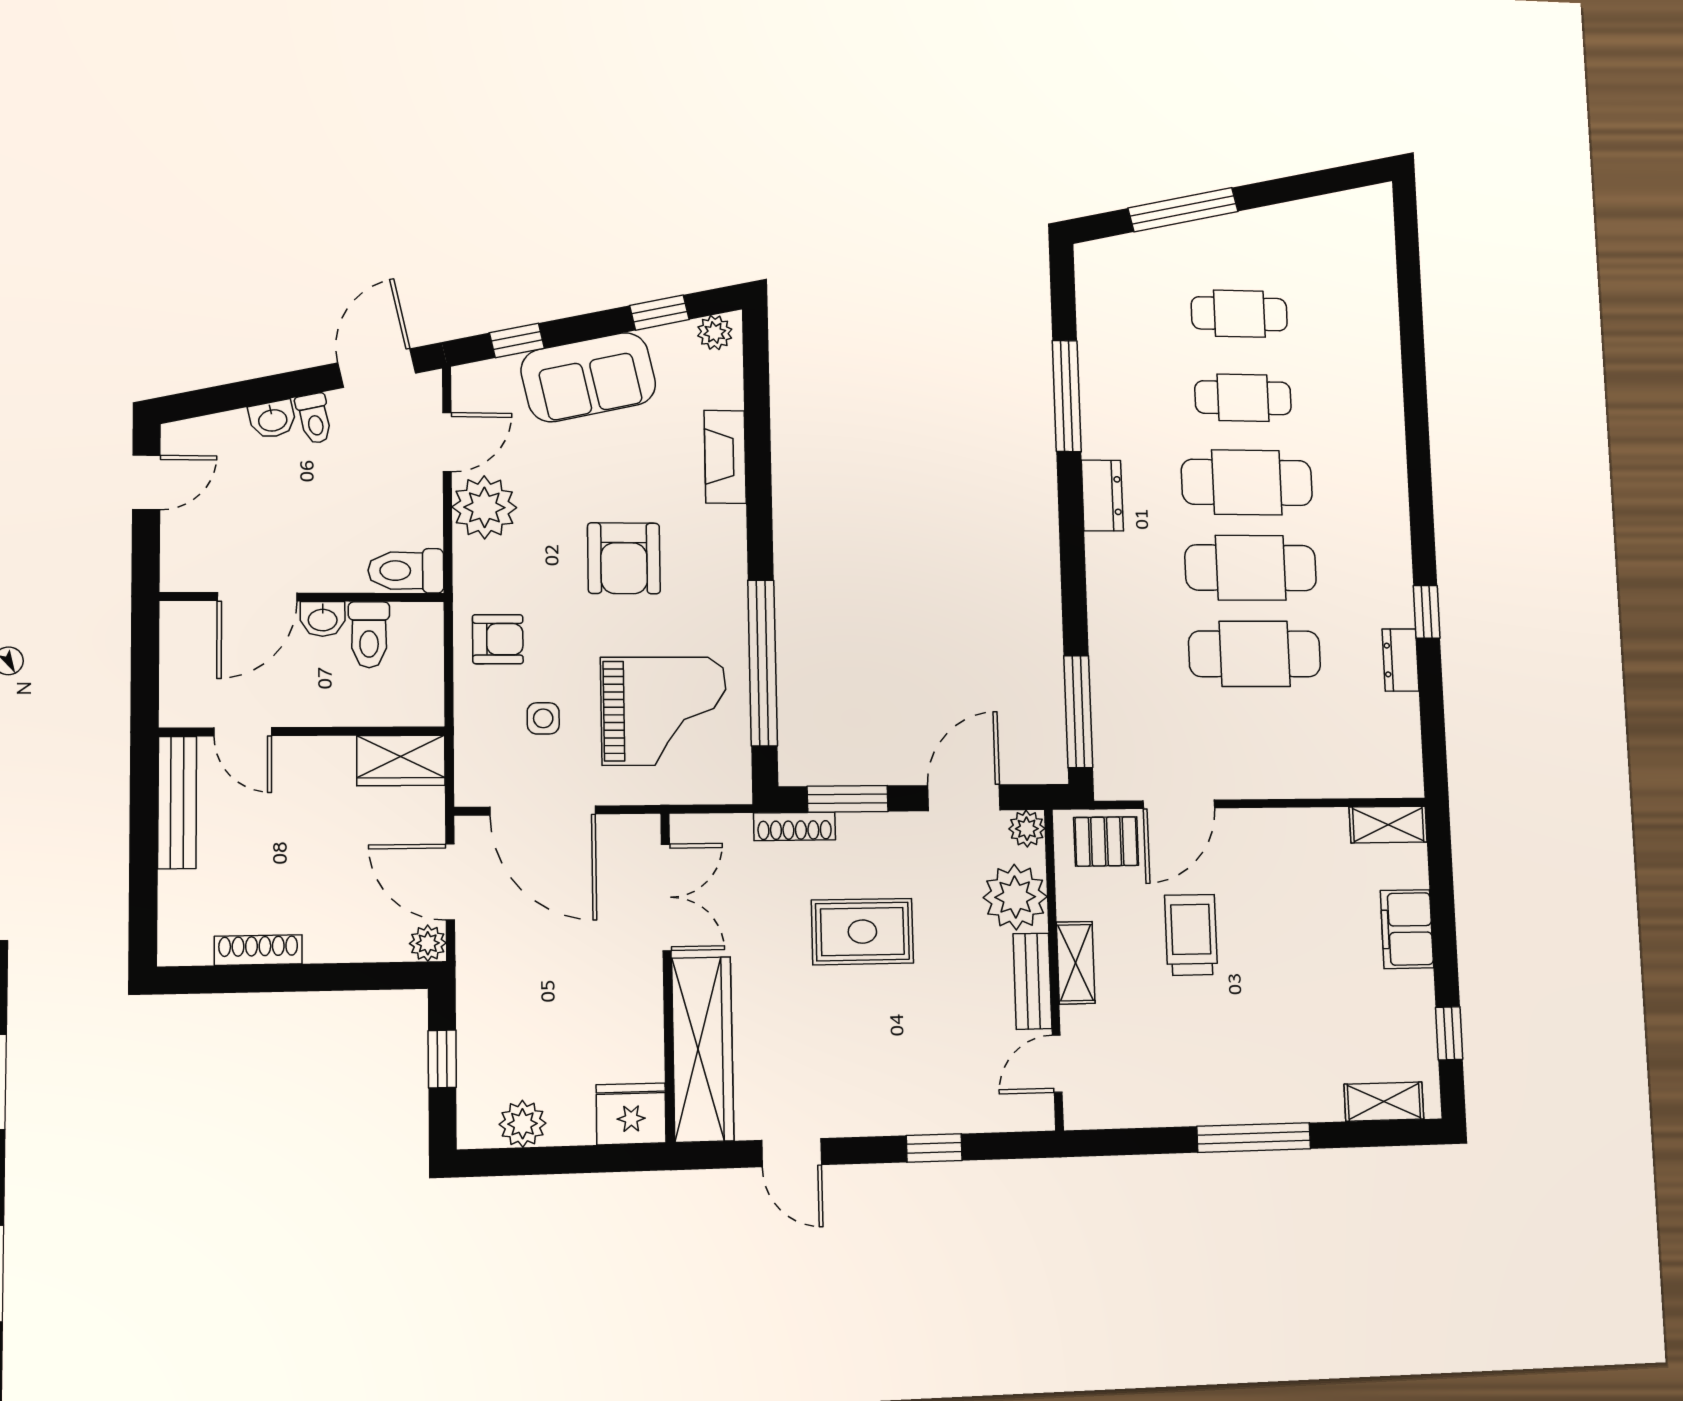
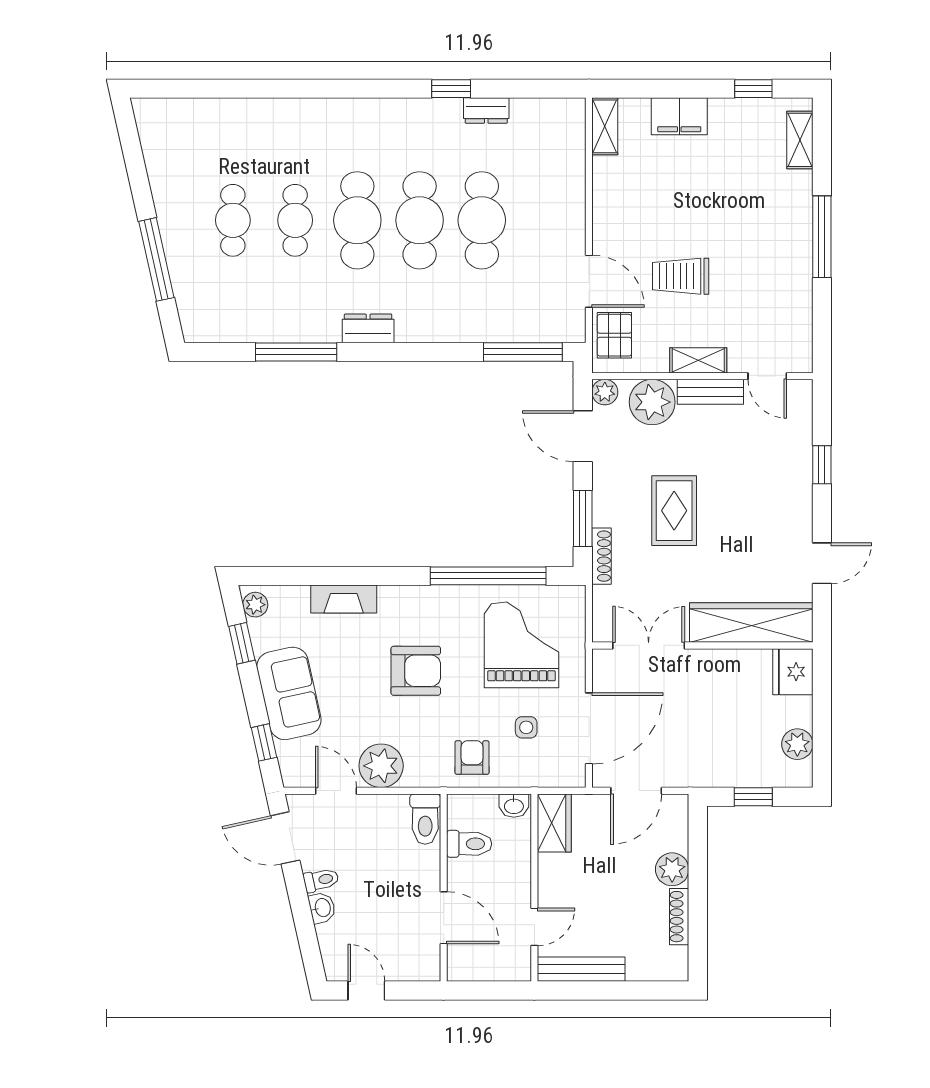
washbasin: (323, 619) -> (514, 806), moved, turned 90
plant: (428, 943) -> (672, 869), moved, width x1.38, depth x1.38

